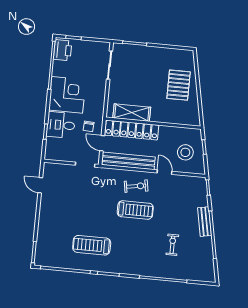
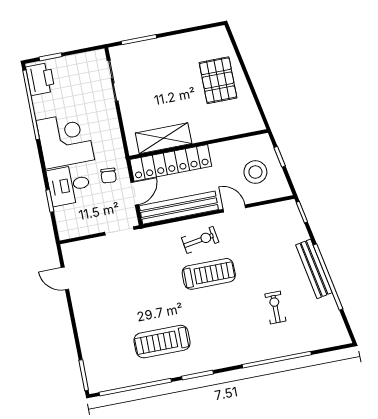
door: (102, 143) -> (135, 194), swing flipped
bench: (204, 222) -> (314, 269), width x1.36

